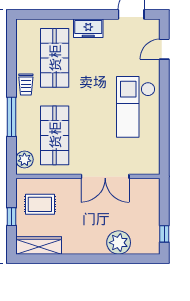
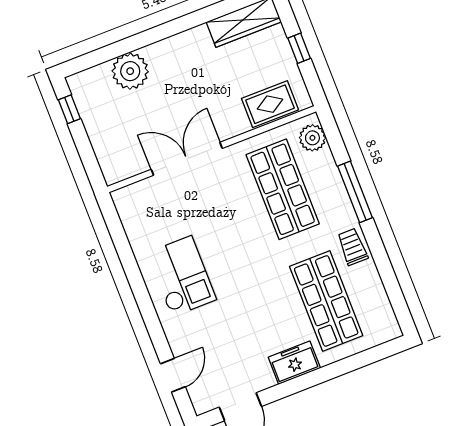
checkout: (136, 107) -> (182, 276), width x0.73, depth x0.83
rug: (40, 204) -> (270, 104), moved

